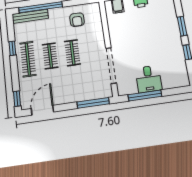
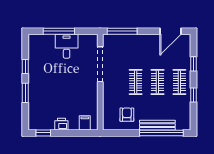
bench: (30, 16) -> (157, 125), moved
clothes rail: (28, 59) -> (179, 82), width x0.73
window: (145, 95) -> (59, 31), moved
window: (17, 99) -> (193, 64), moved

